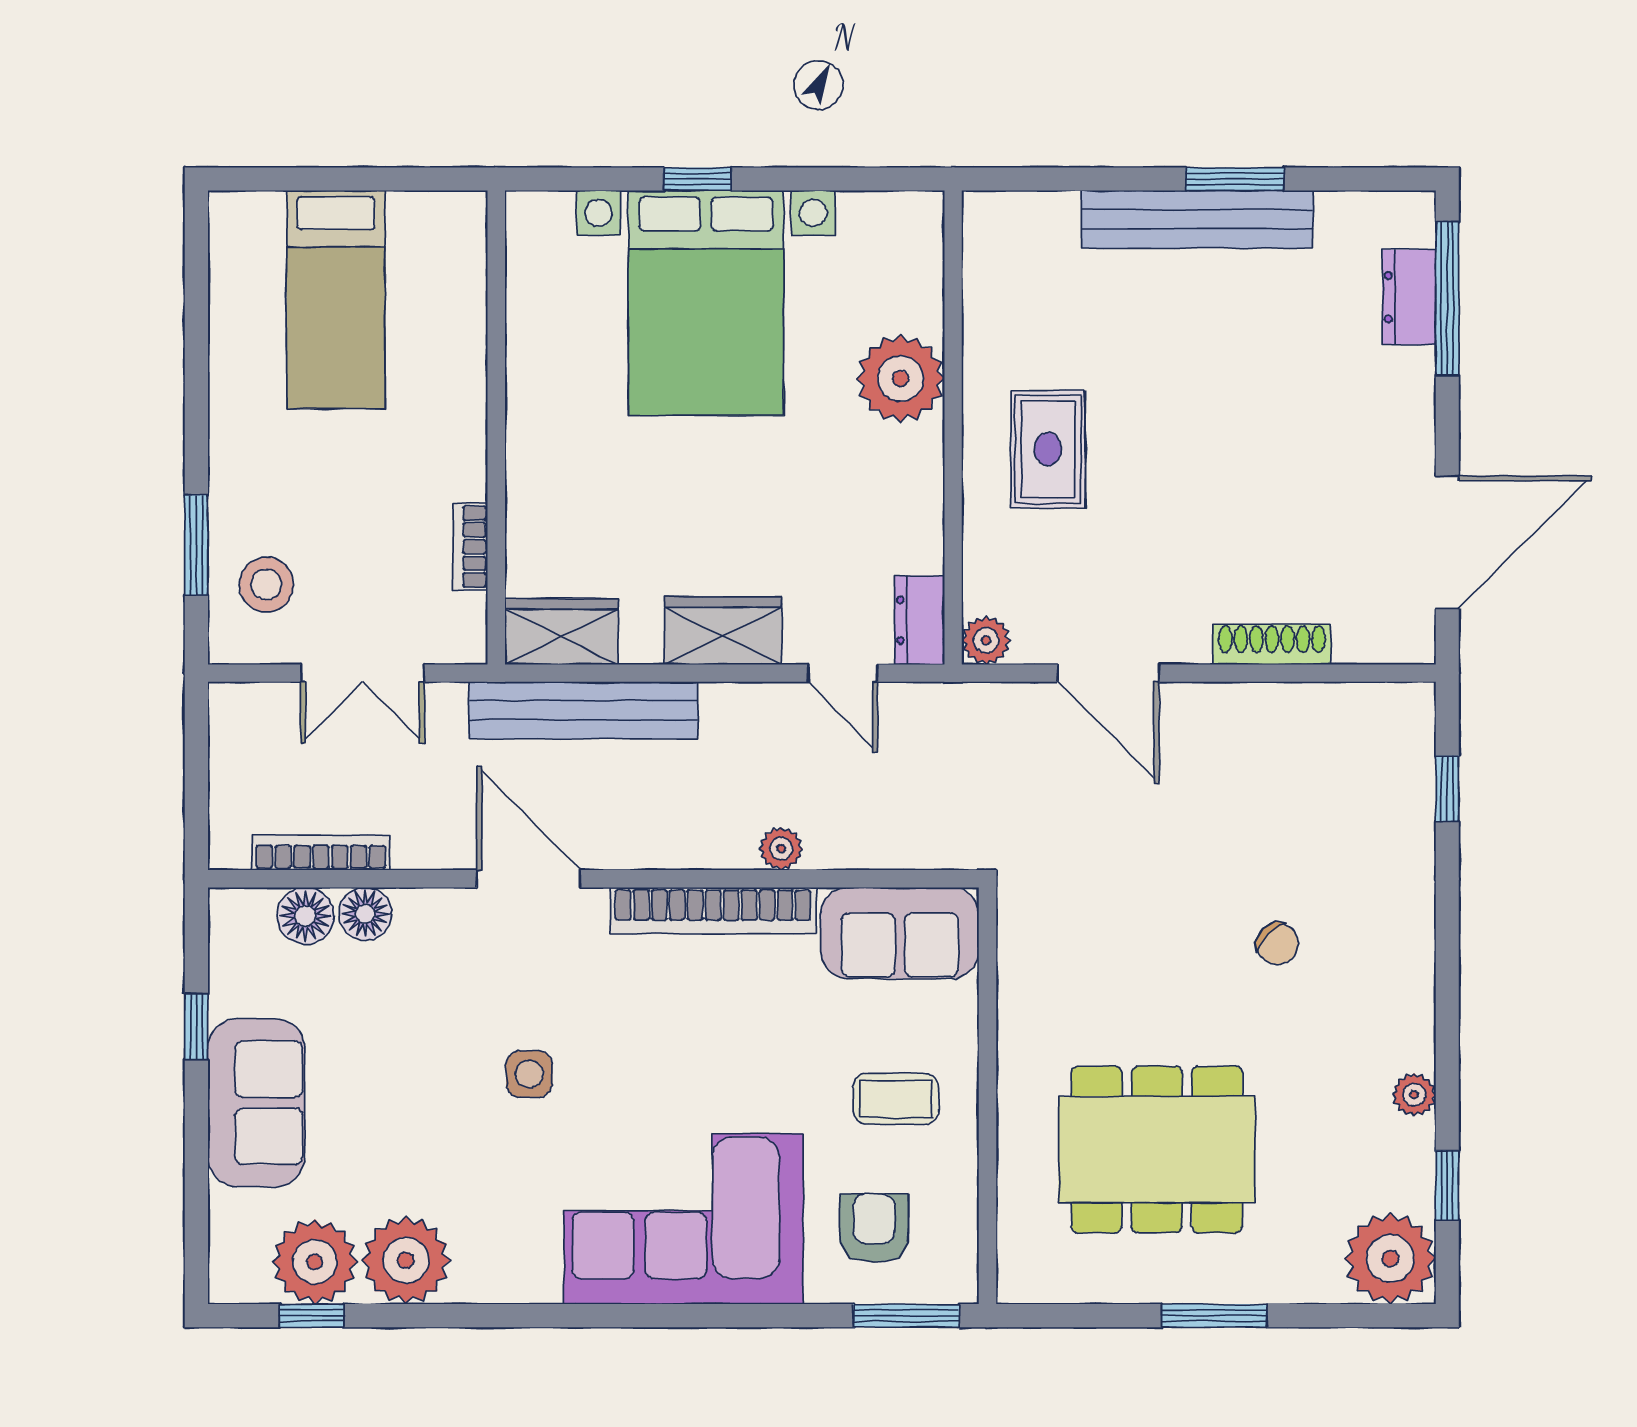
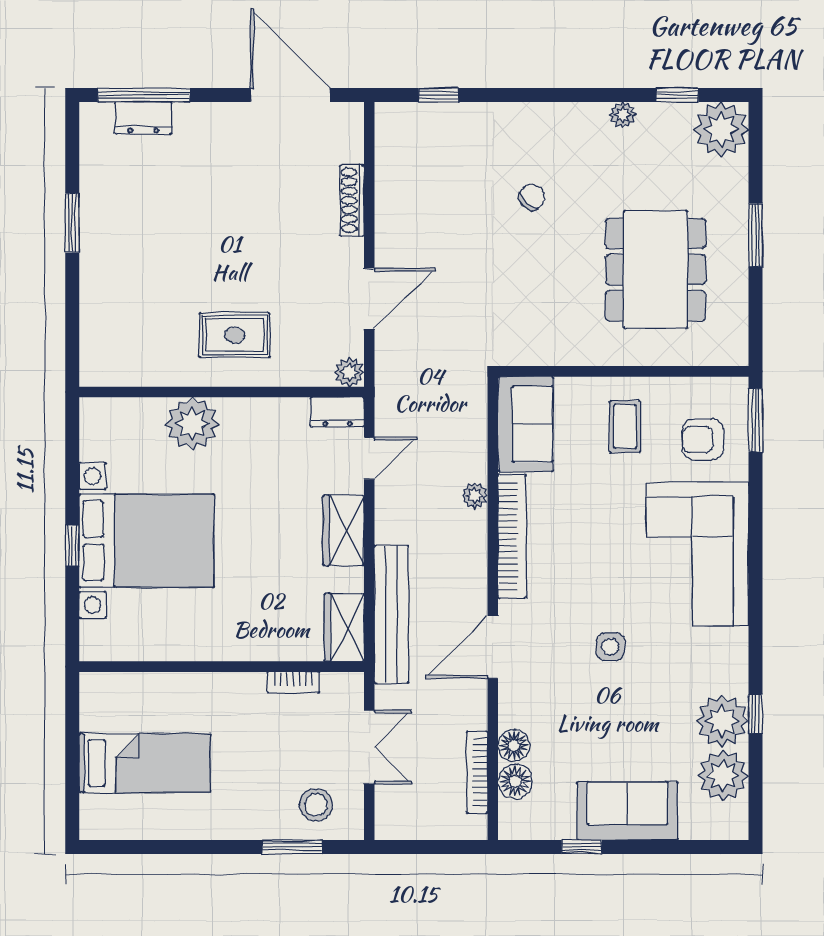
bench: (1197, 219) -> (96, 245), removed
window: (312, 1316) -> (755, 714), moved

